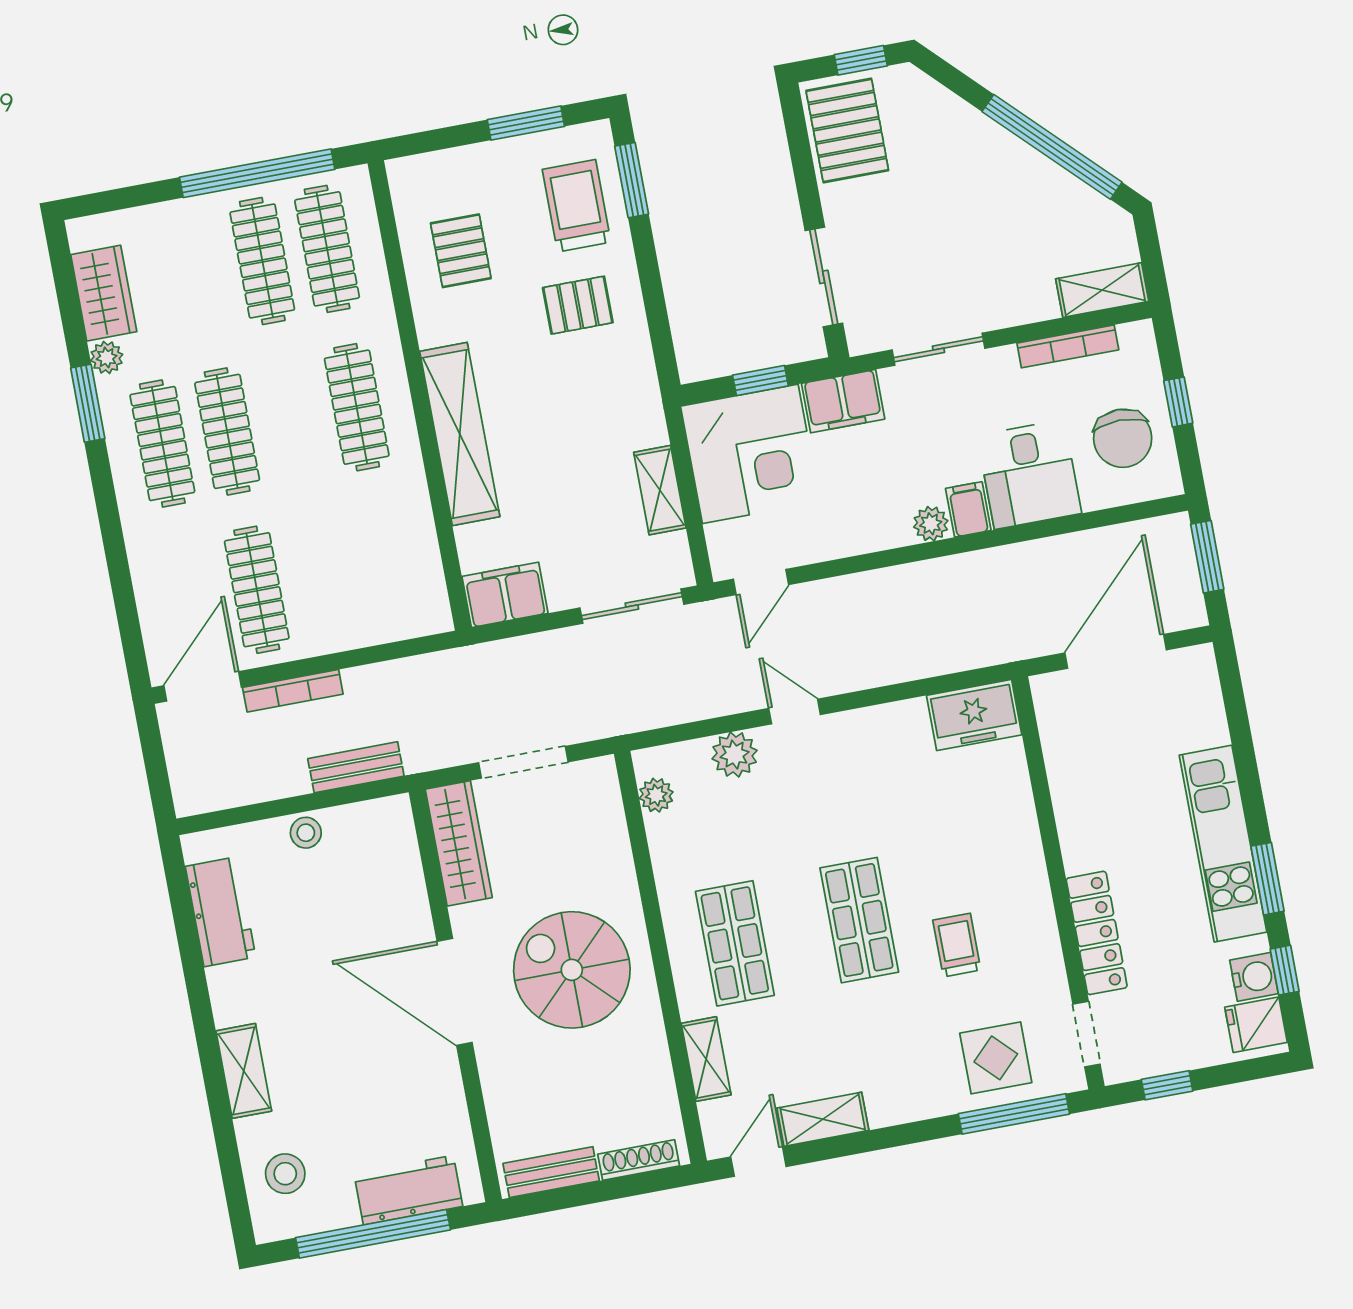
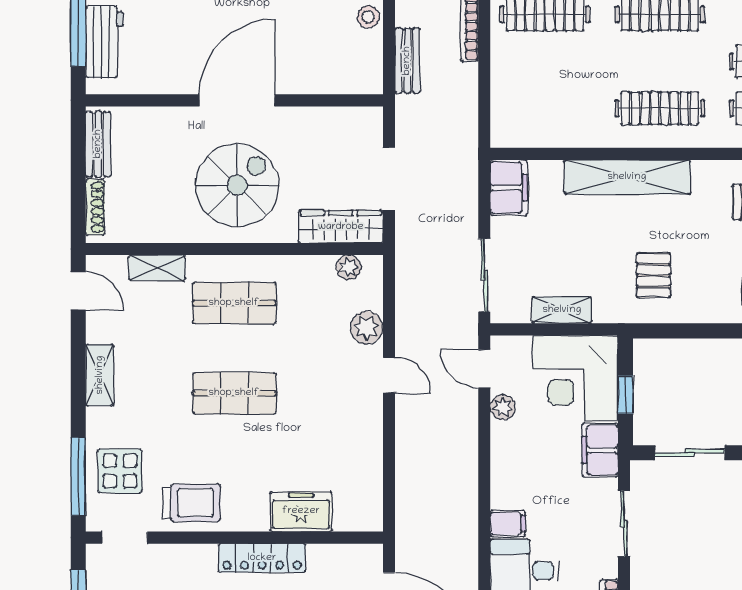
pallet: (578, 305) -> (653, 275), moved
plant: (931, 524) -> (503, 407), moved
door: (795, 711) -> (389, 375), hinge flipped
freezer: (974, 715) -> (301, 511), moved, turned 90
wardrobe: (459, 843) -> (341, 227), moved, turned 180
locker: (1097, 933) -> (262, 558), moved
trolley: (957, 945) -> (192, 503), moved, width x1.36, depth x1.39
shelving: (823, 1119) -> (100, 375), moved

